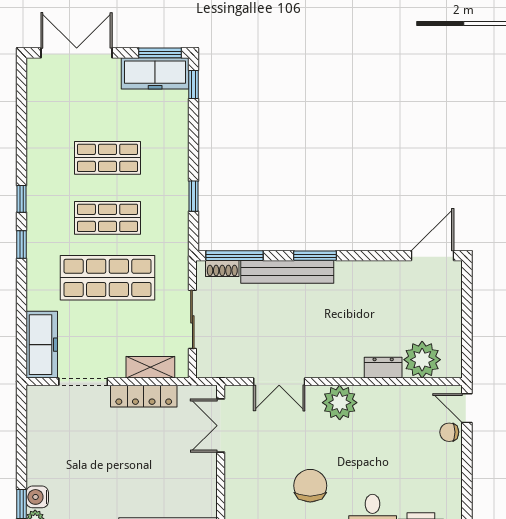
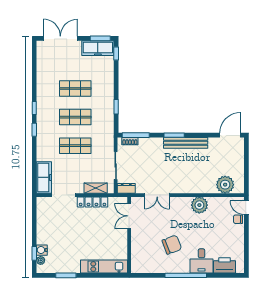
bench: (287, 272) -> (186, 143), moved
shop shelf: (108, 278) -> (75, 146), width x0.70, depth x0.74
dresser: (383, 368) -> (126, 188), moved
plant: (340, 403) -> (199, 205), moved
chair: (310, 486) -> (172, 245), turned 69

